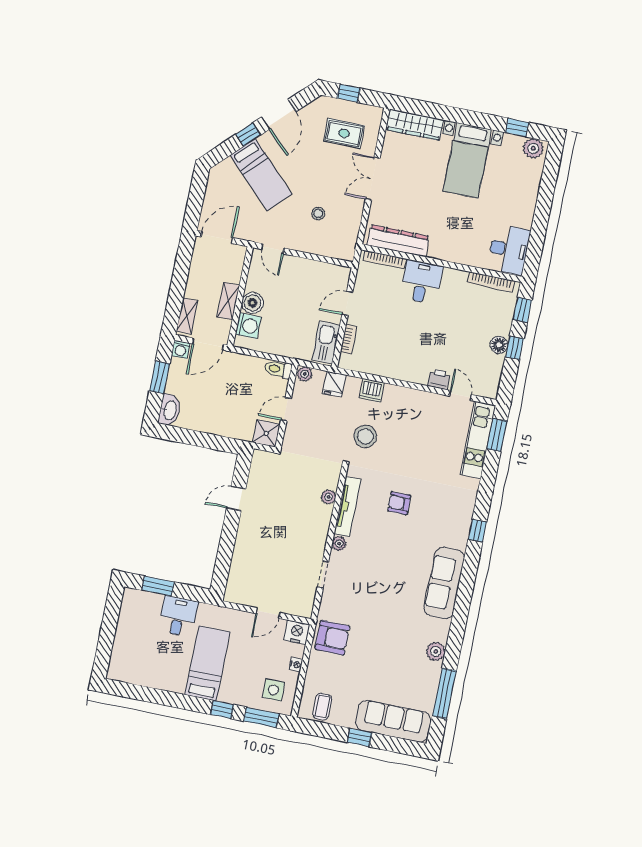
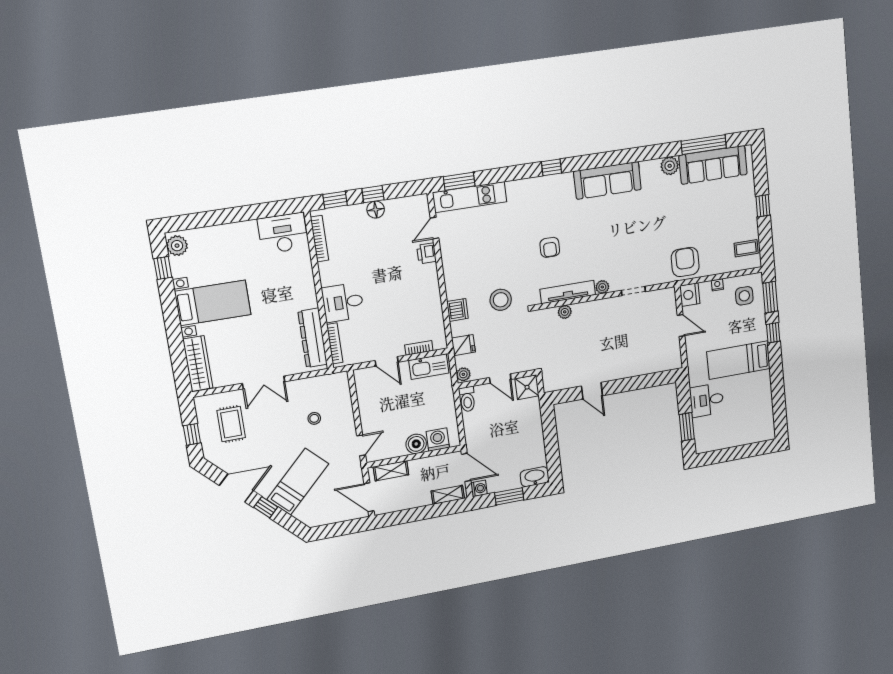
shelving: (228, 301) -> (391, 471), moved
sofa: (393, 721) -> (713, 165), moved, turned -90

